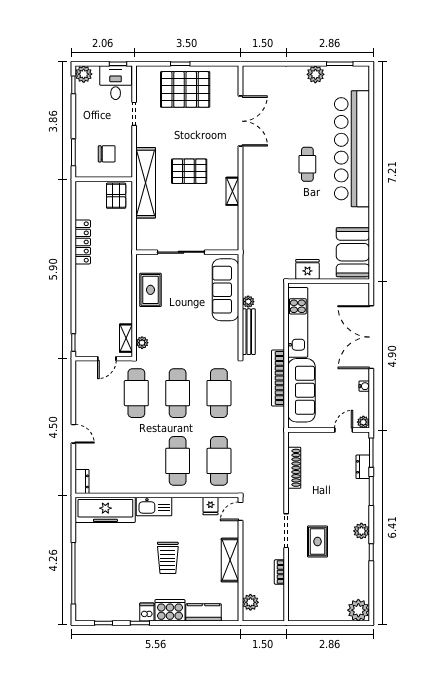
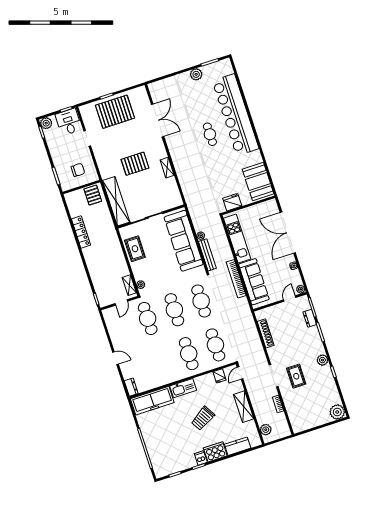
shelving: (146, 183) -> (116, 201), moved
sofa: (226, 290) -> (184, 241), width x1.36, depth x1.27
trolley: (168, 558) -> (203, 418), turned 59

